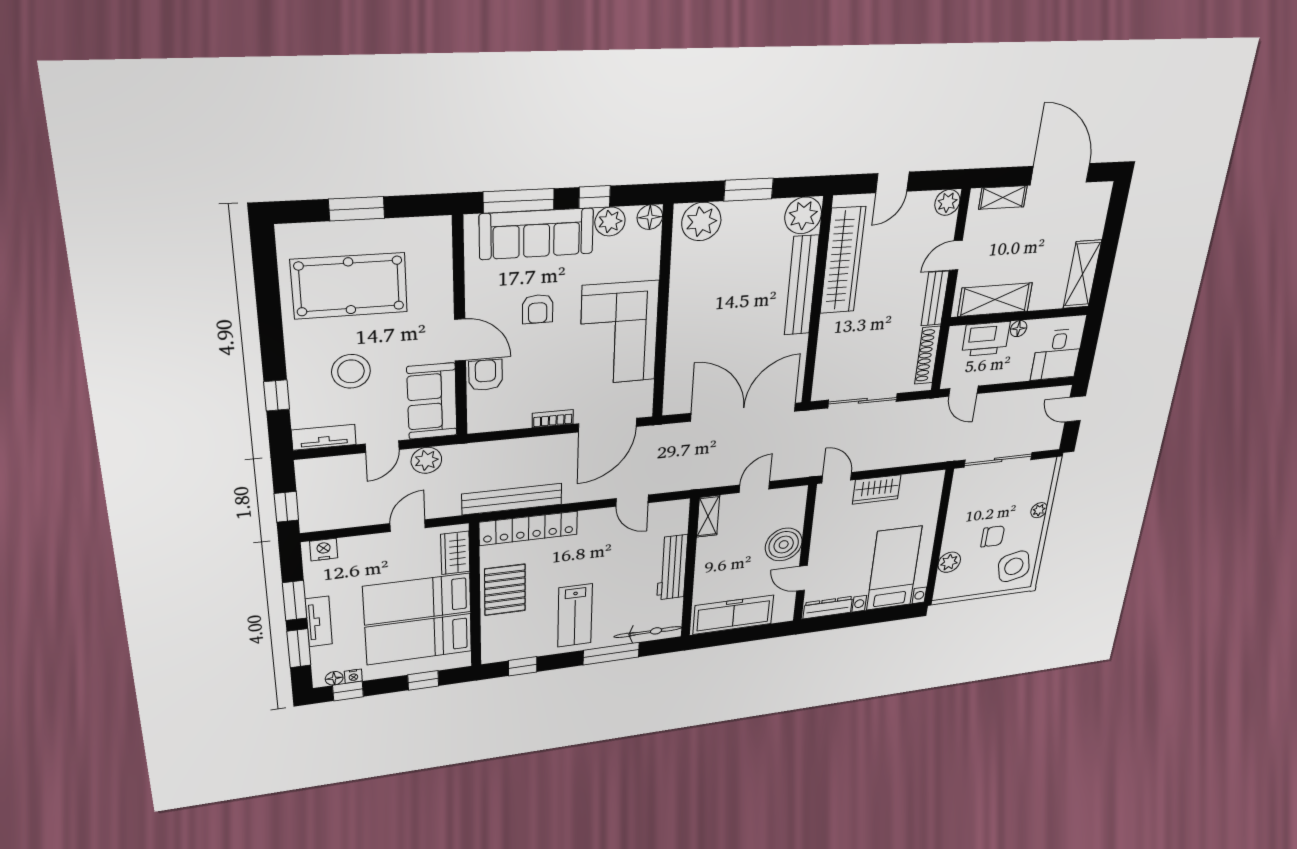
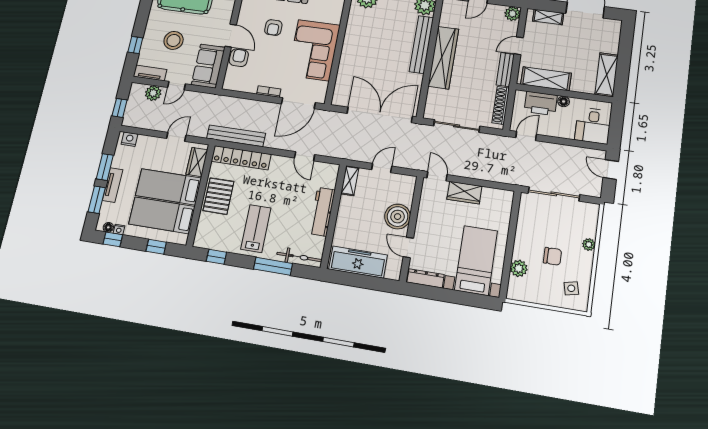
wardrobe: (843, 260) -> (443, 58), moved
door: (963, 391) -> (526, 136), swing flipped
plant: (426, 460) -> (153, 93), moved
side table: (1014, 566) -> (571, 288), width x0.54, depth x0.54
lab bench: (575, 616) -> (256, 229), turned 180

